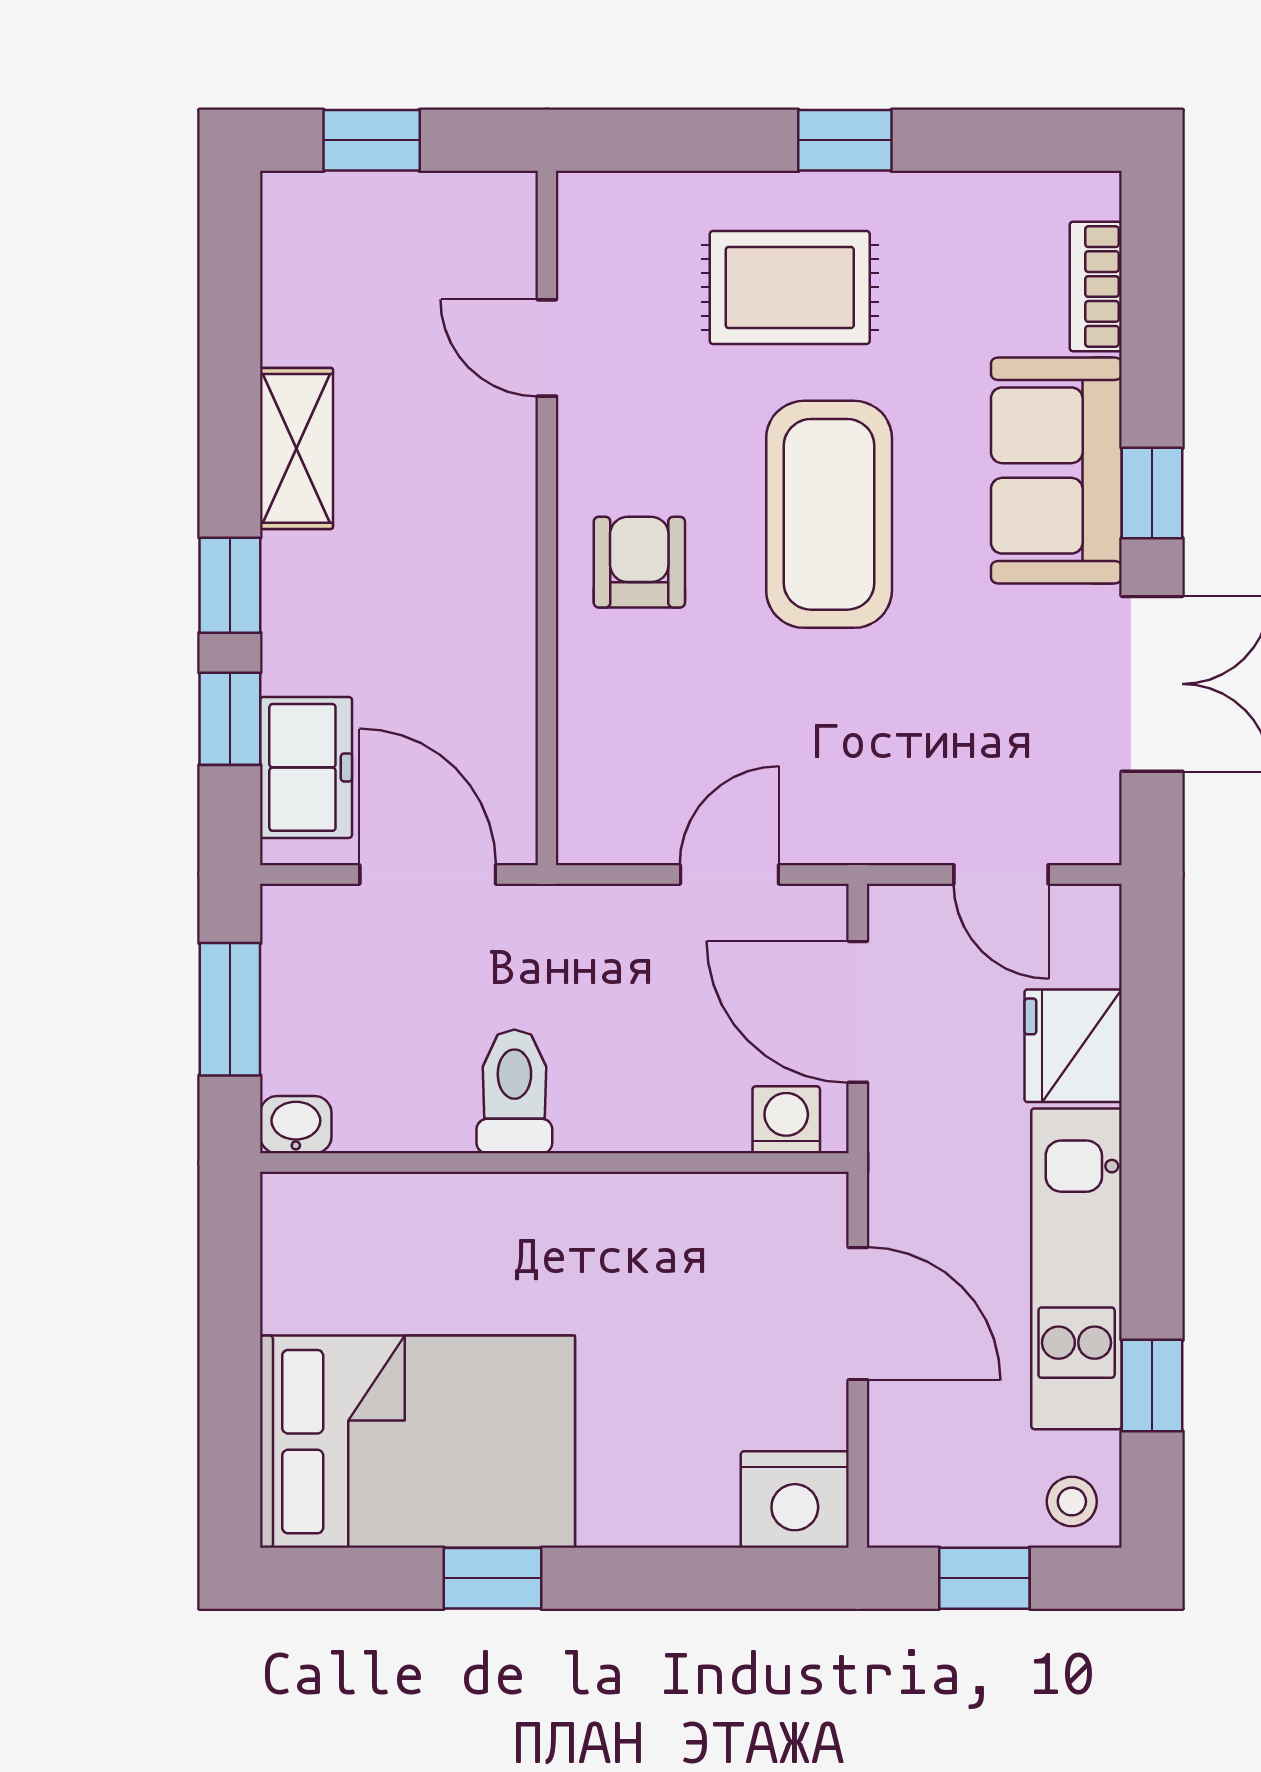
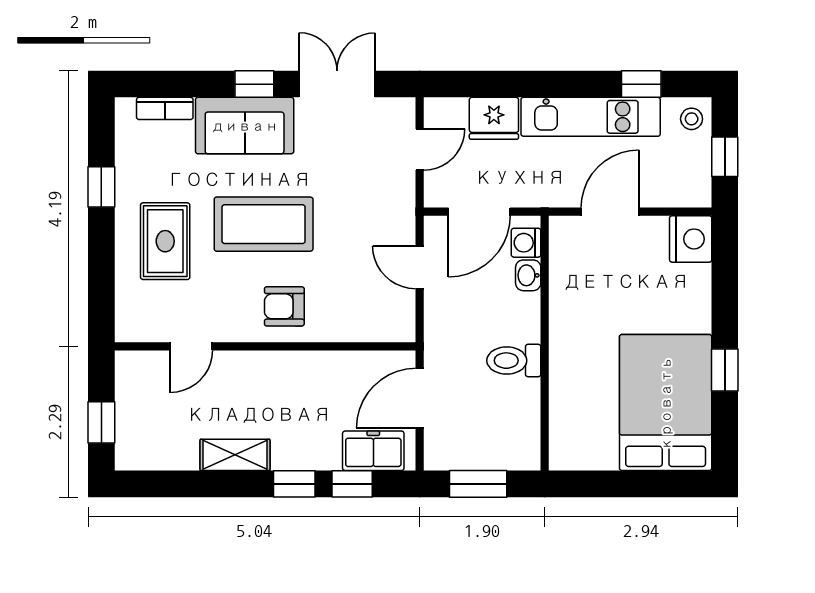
window: (845, 140) -> (101, 187), moved
washbasin: (296, 1125) -> (528, 275), moved

